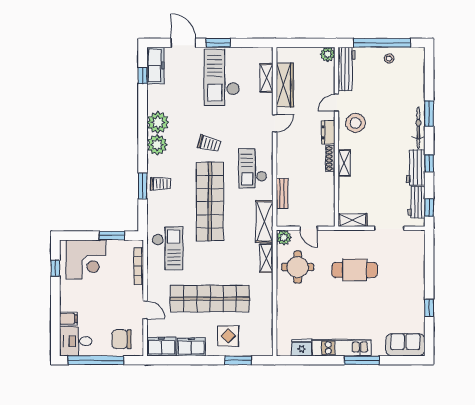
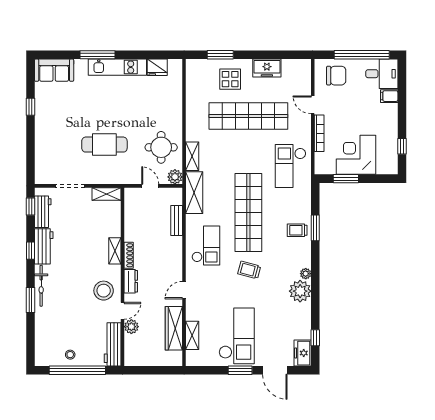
plant: (328, 54) -> (131, 327), moved
freezer: (155, 65) -> (303, 353), width x0.71
plant: (157, 145) -> (306, 274), width x0.53, depth x0.53
corner desk: (86, 260) -> (356, 155), moved
bookcase: (139, 266) -> (319, 133), moved
freezer: (161, 347) -> (297, 68), removed

